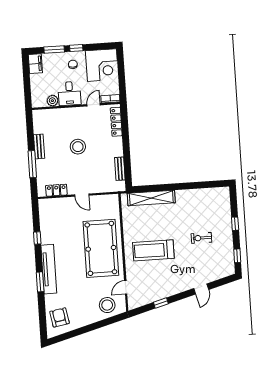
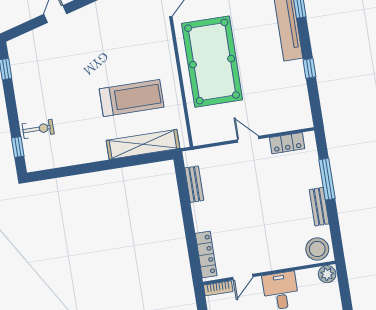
plant: (52, 101) -> (327, 274), moved
stool: (78, 147) -> (317, 249), moved
window: (235, 224) -> (18, 147), moved
exercise bike: (201, 238) -> (38, 129), moved
treadmill: (153, 250) -> (132, 98), moved

